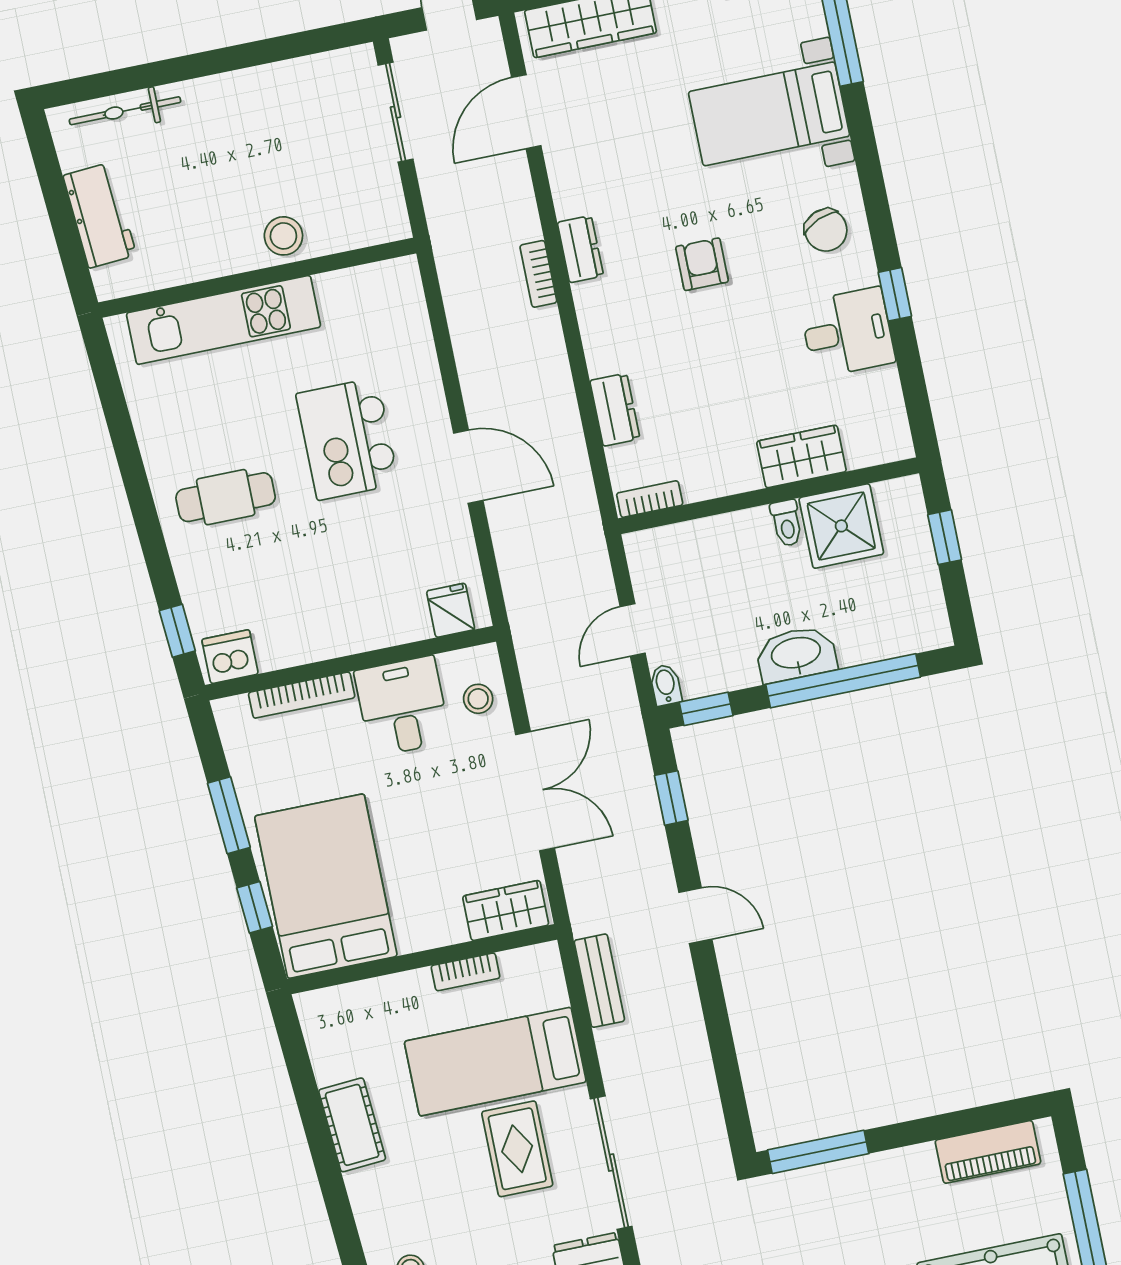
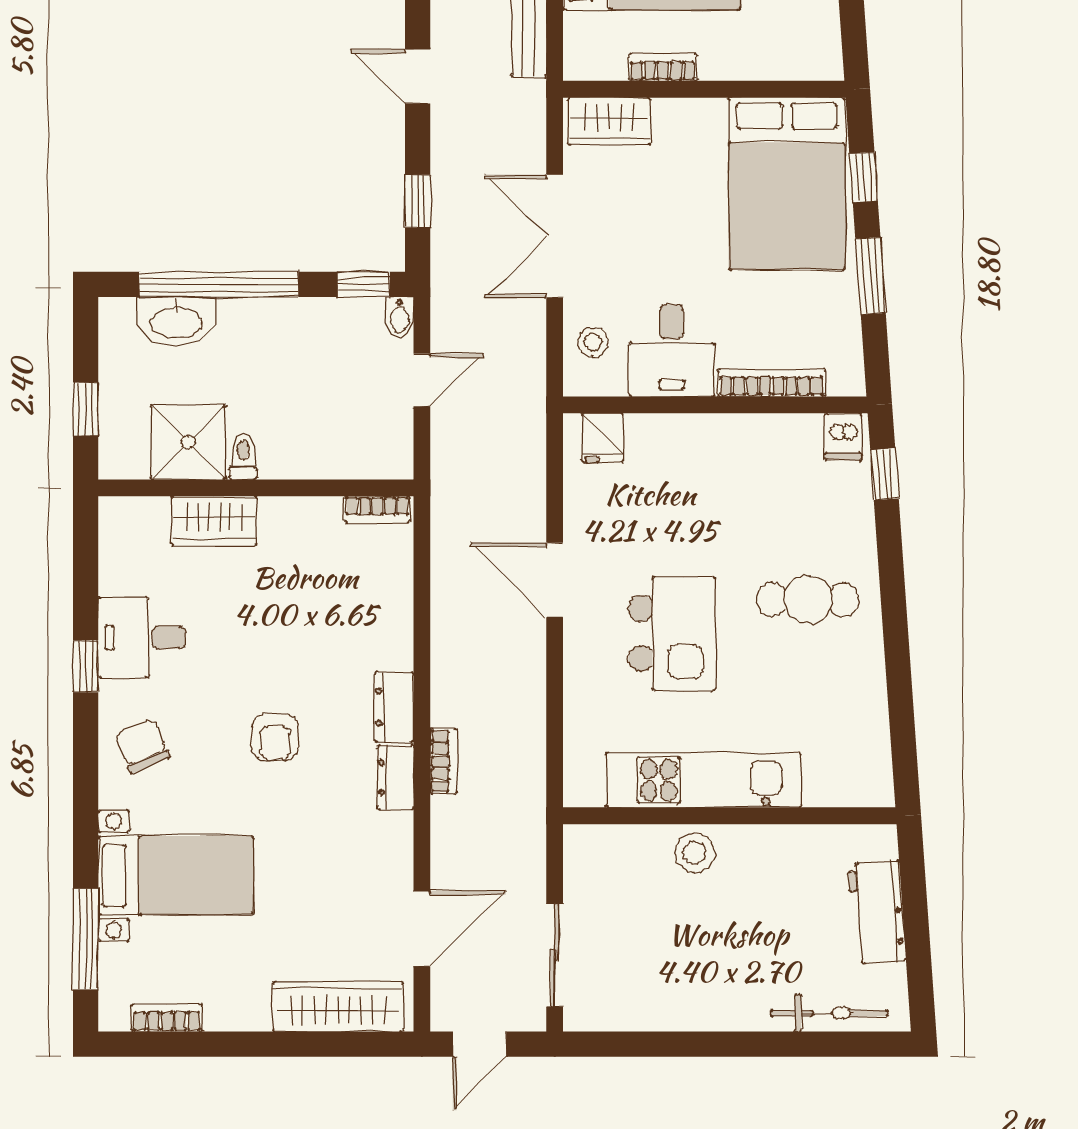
kitchen unit: (224, 320) -> (704, 780), moved
dresser: (615, 410) -> (394, 707), moved
washbasin: (796, 654) -> (176, 321), moved
dishwasher: (230, 657) -> (843, 437), width x0.73

